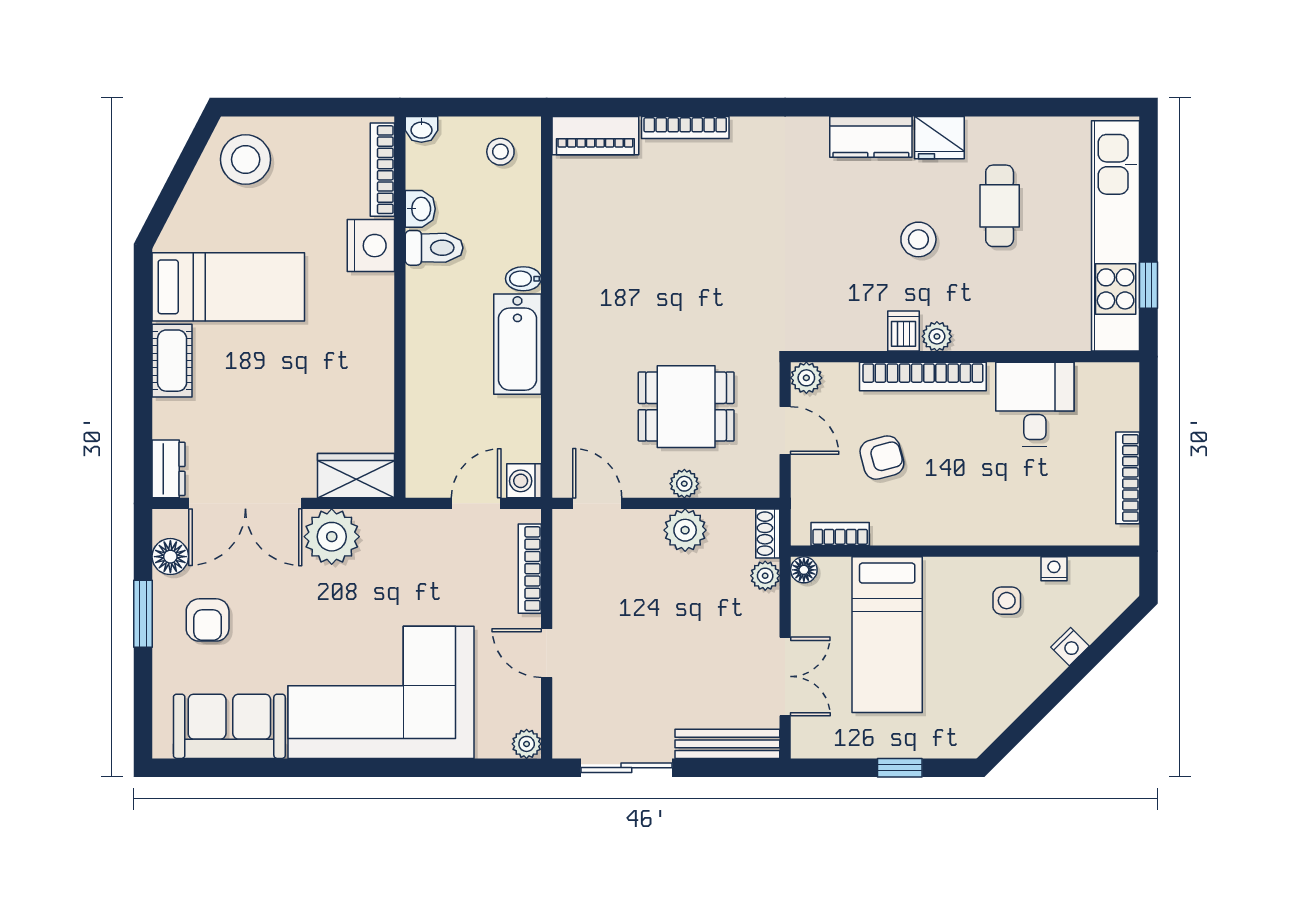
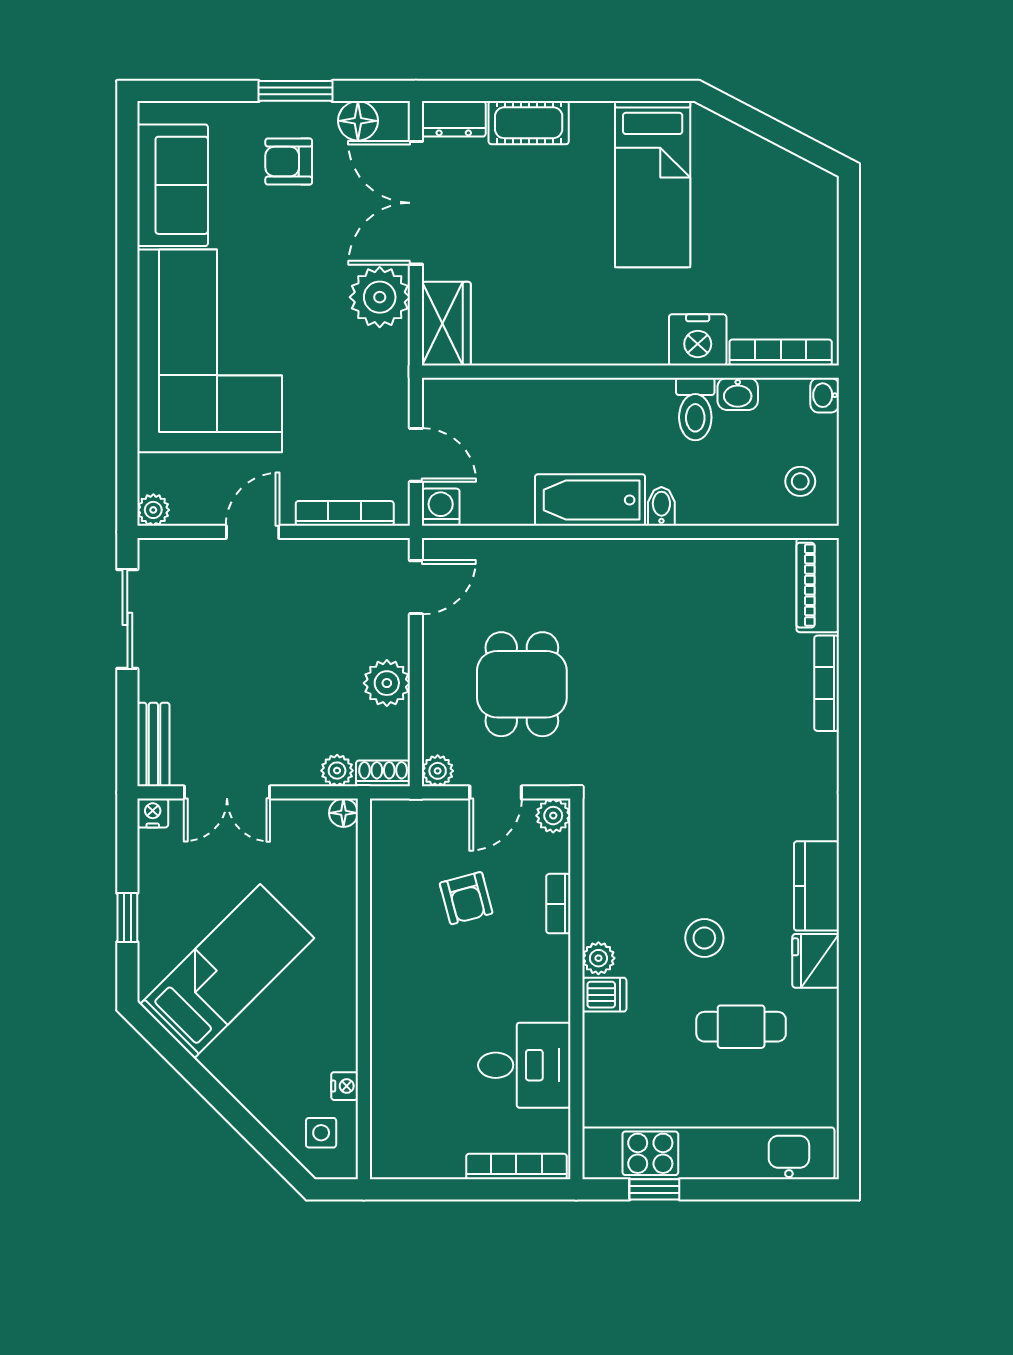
stool: (246, 159) -> (792, 203), removed
dishwasher: (904, 331) -> (604, 995), moved
cot: (172, 361) -> (529, 123), moved
bookcase: (923, 377) -> (558, 904), width x0.43, depth x0.76
bookcase: (1128, 478) -> (516, 1166), moved
plant: (684, 484) -> (438, 771), moved
bookcase: (840, 534) -> (383, 852), removed
side table: (1007, 601) -> (321, 1133), moved
bed: (887, 635) -> (227, 971), moved, turned 135
nightstand: (1070, 647) -> (153, 813), moved, turned 135
bench: (727, 744) -> (153, 745), width x0.73

